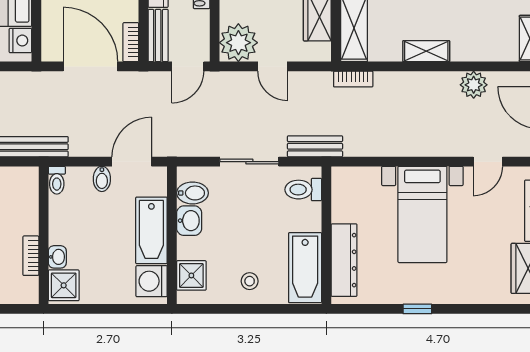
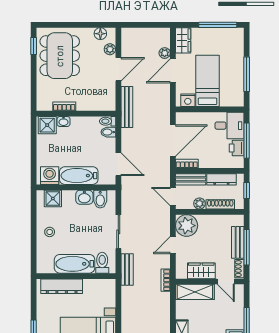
plant: (200, 20) -> (199, 204), added
bookcase: (353, 79) -> (166, 280), moved
bidet: (102, 179) -> (108, 132), moved
bathtub: (305, 268) -> (75, 264), moved

